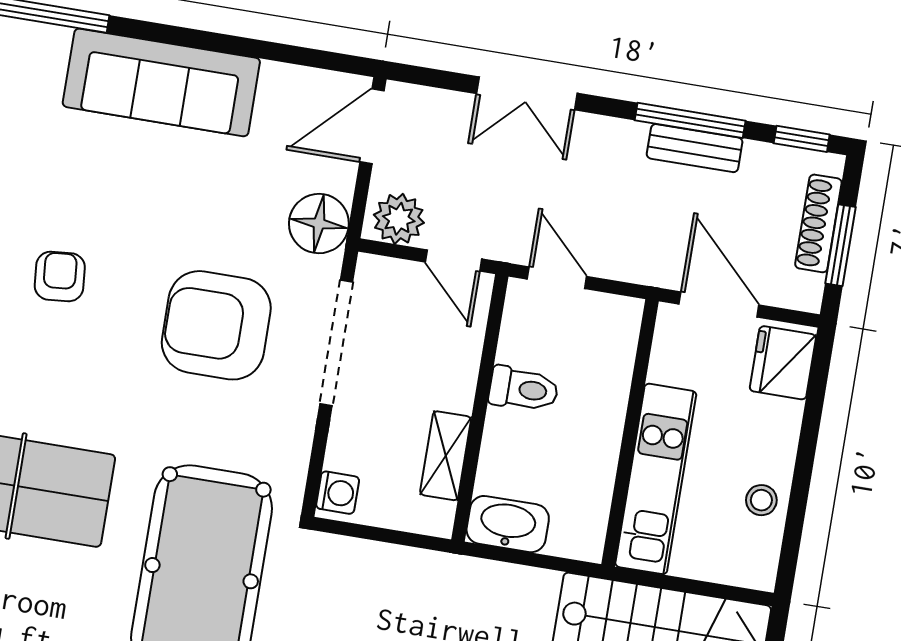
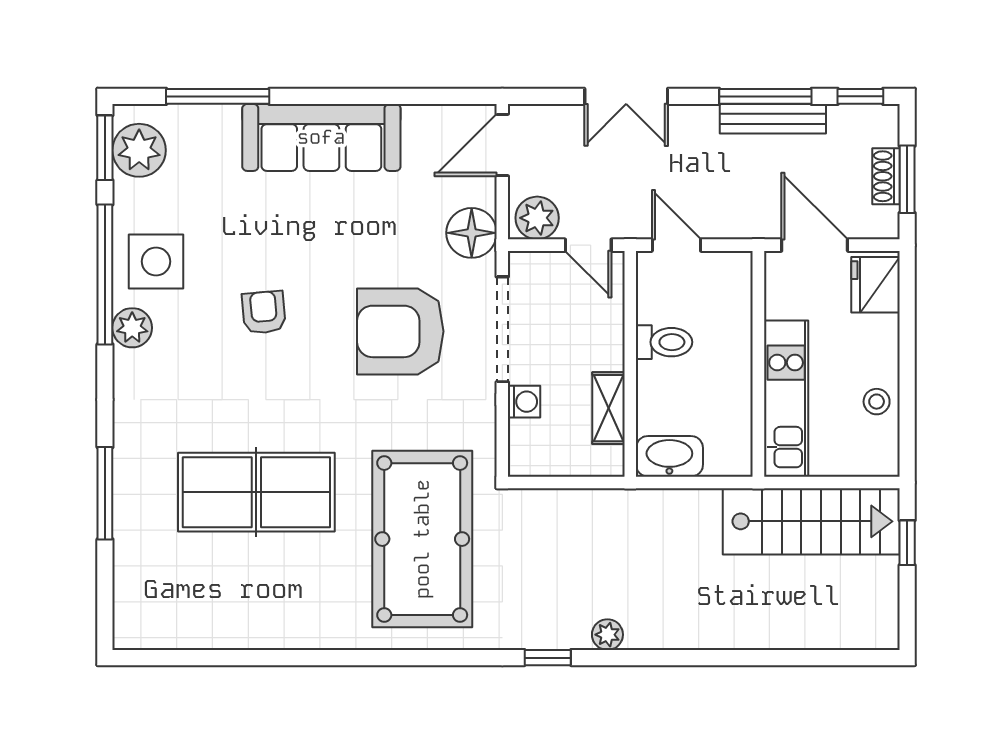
bench: (695, 148) -> (773, 119), width x1.36
shoe rack: (818, 223) -> (886, 176), width x0.70
washing machine: (338, 493) -> (524, 402), moved

